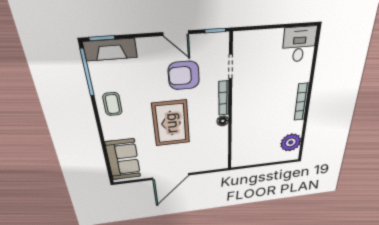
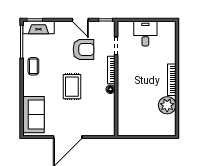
desk: (299, 44) -> (145, 34), moved
armchair: (184, 75) -> (83, 49), turned 180
rug: (171, 123) -> (72, 87), width x0.73, depth x0.70
plant: (291, 142) -> (167, 105), moved

